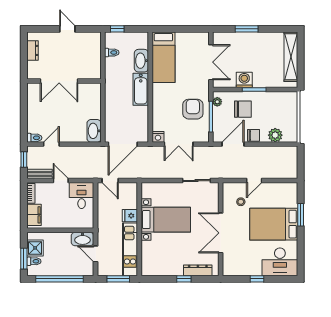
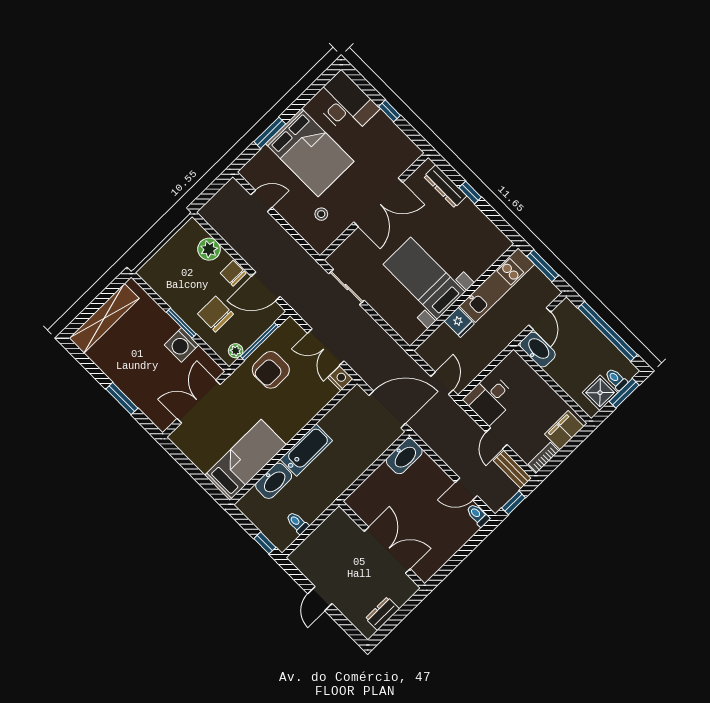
double door: (179, 144) -> (326, 347), swing flipped
door: (254, 181) -> (261, 201), moved

